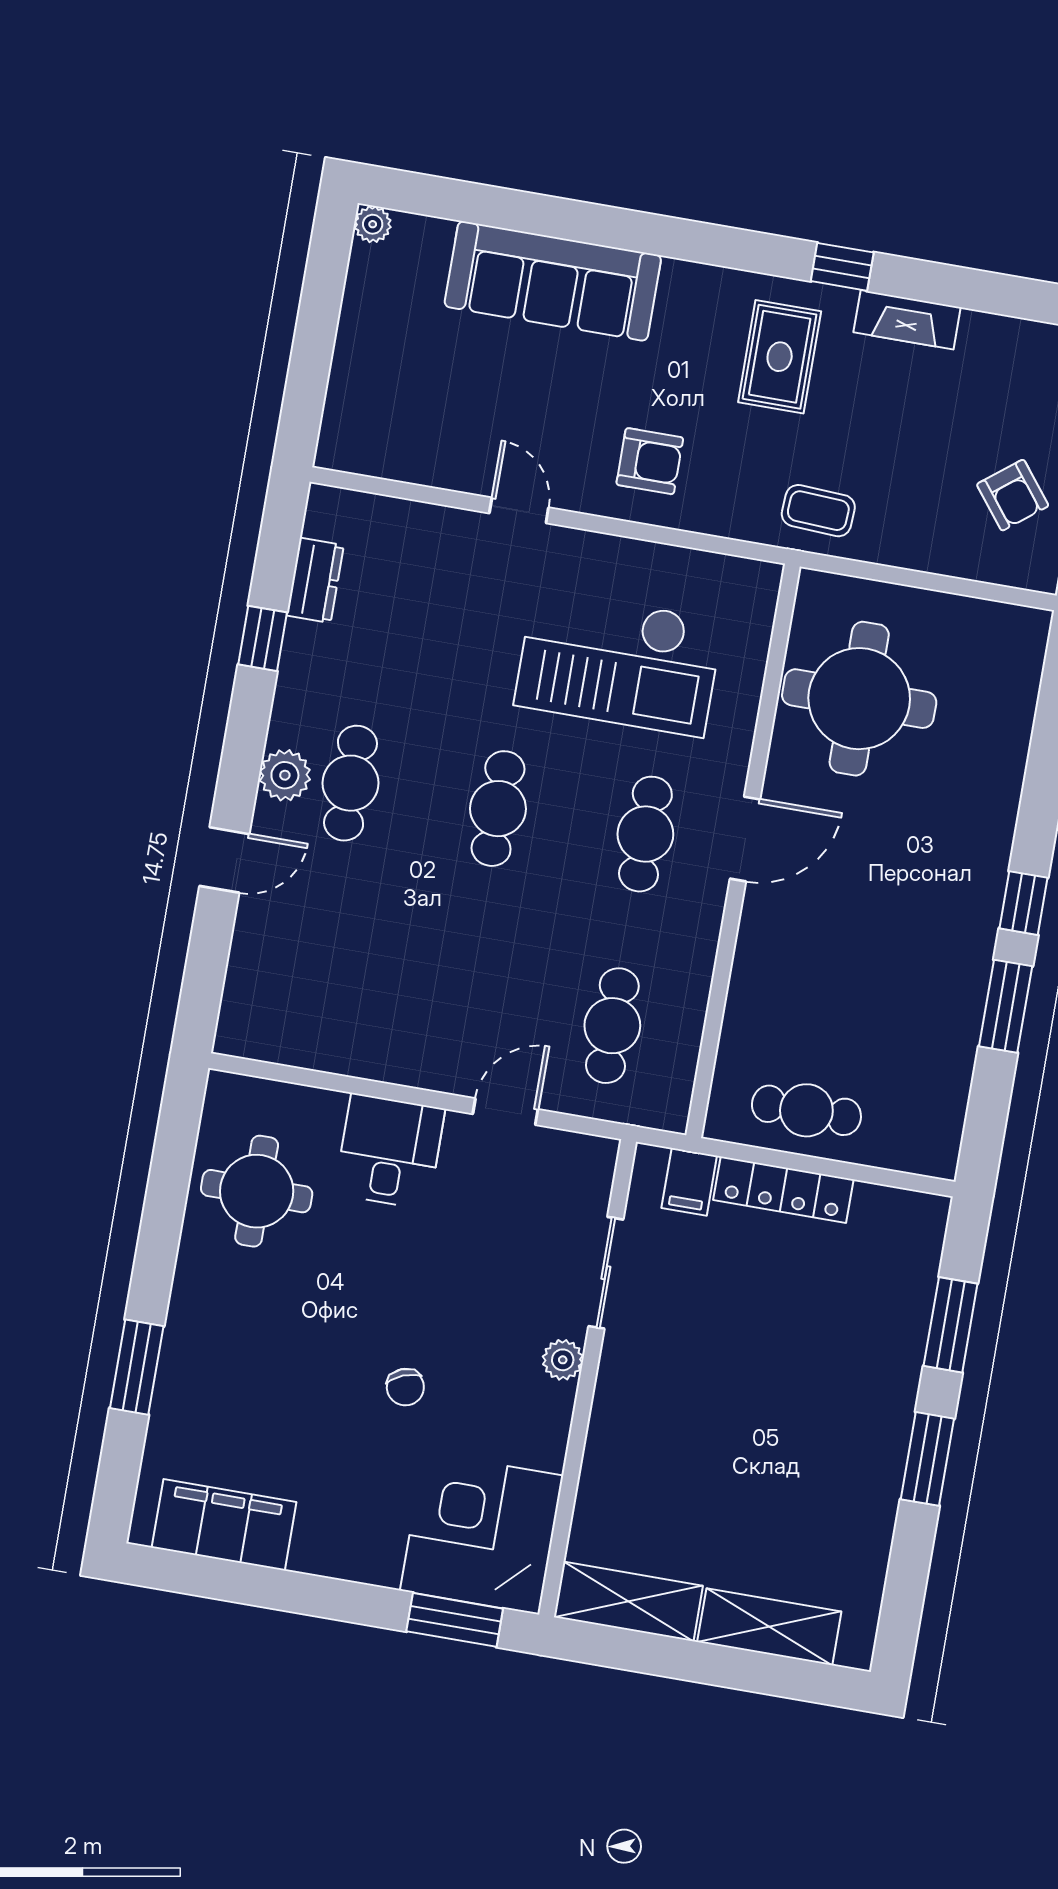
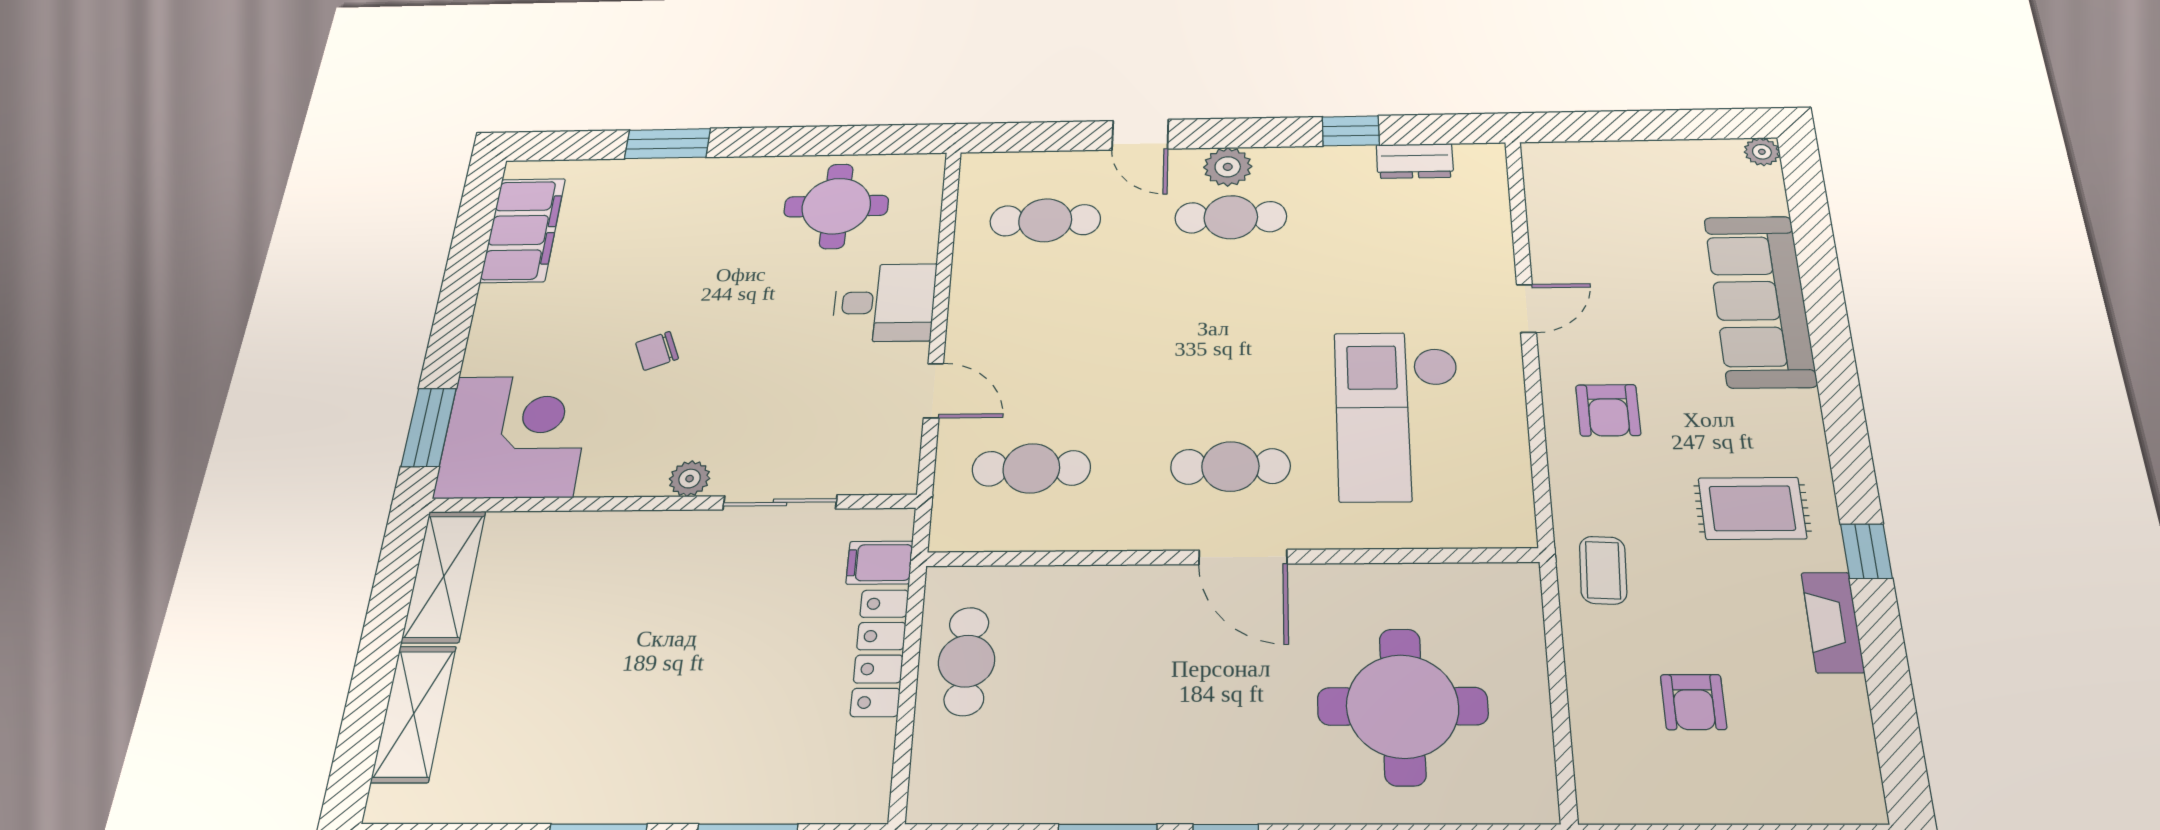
armchair: (1013, 495) -> (1693, 702), moved, turned -52
round table: (859, 699) -> (1403, 706), moved
cafe table: (498, 809) -> (1045, 220), moved

